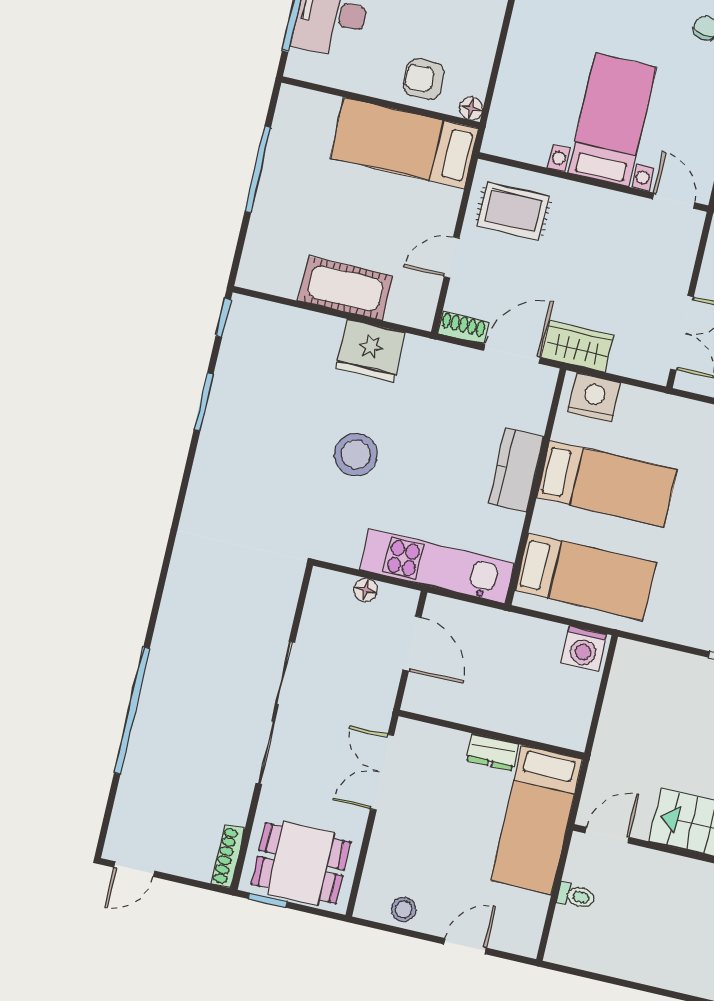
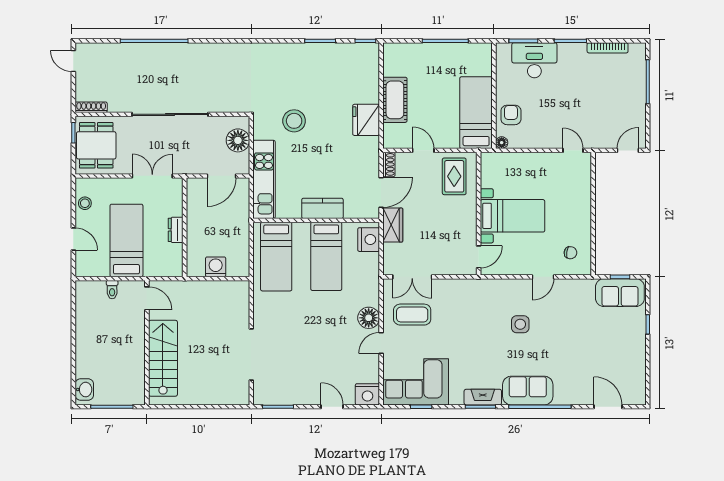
door: (512, 354) -> (381, 193), hinge flipped
stool: (356, 455) -> (294, 121), moved
floor lamp: (365, 590) -> (238, 140), width x1.89, depth x1.89
washing machine: (584, 648) -> (216, 267), moved, turned 90
bed: (537, 820) -> (126, 240), moved, turned 90

